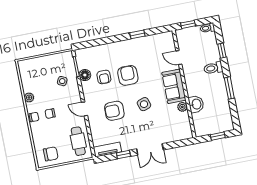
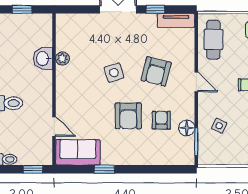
sofa: (174, 86) -> (78, 152), moved, turned -90
armchair: (114, 111) -> (156, 71), turned 104

